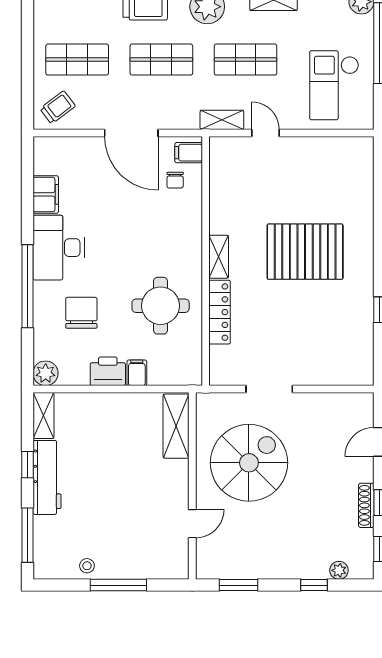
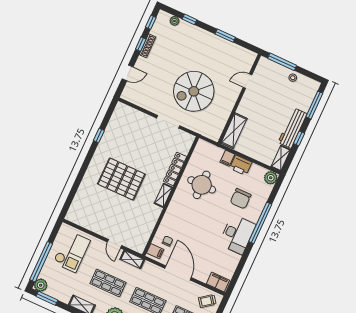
filing cabinet: (46, 194) -> (218, 282), moved, turned 90
shelving: (176, 426) -> (234, 131), moved
wall: (192, 486) -> (239, 99), moved
door: (192, 524) -> (247, 81), moved

